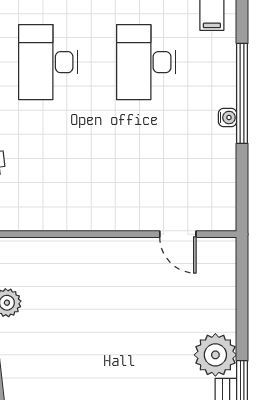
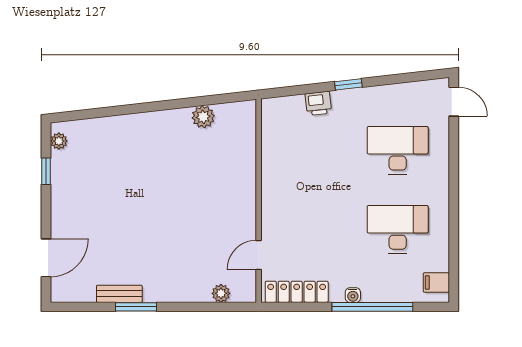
locker: (223, 187) -> (297, 292), added
plant: (215, 355) -> (221, 293), moved, width x0.53, depth x0.53

